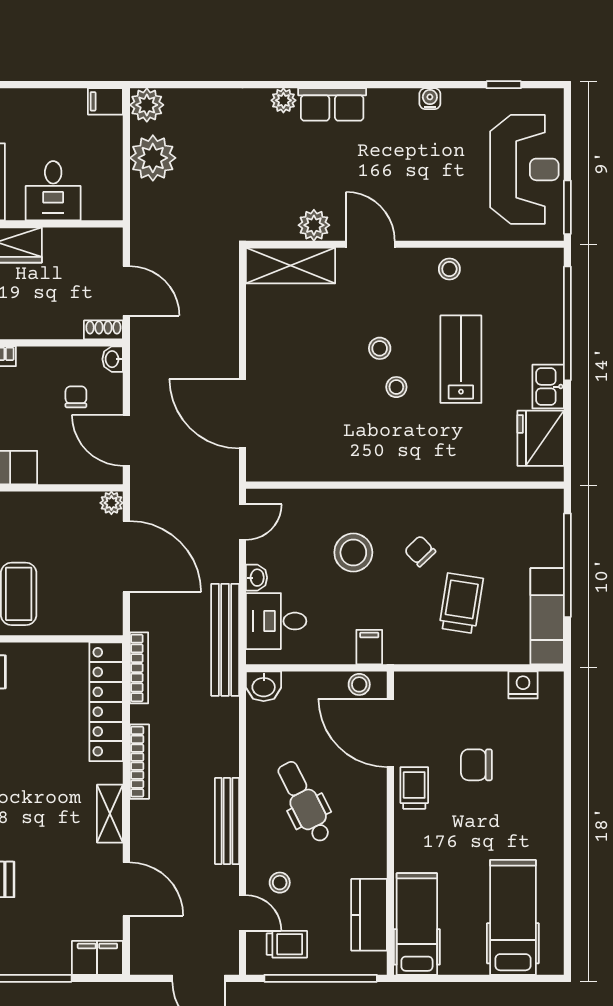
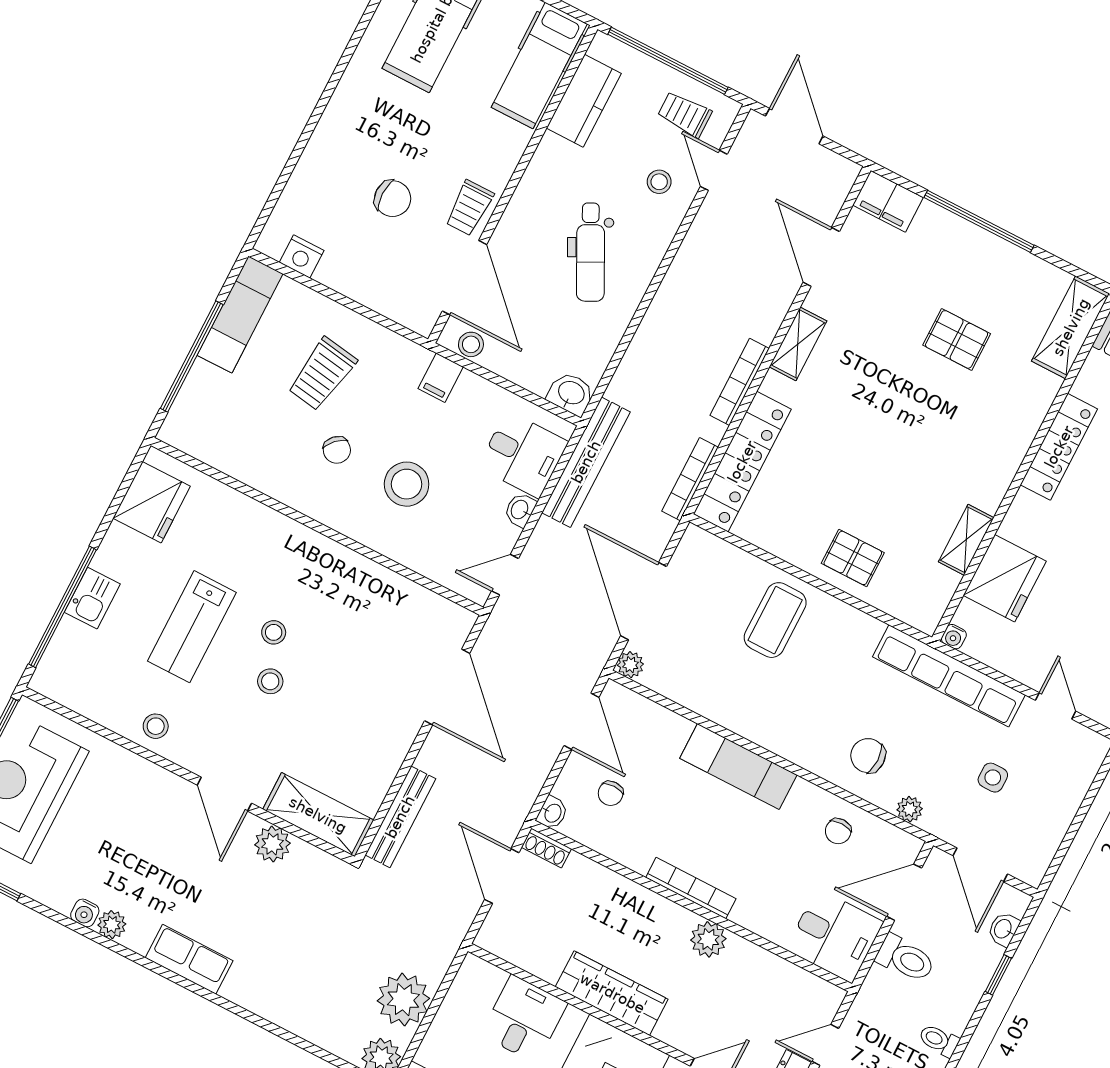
plant: (283, 100) -> (112, 925), moved
kitchen sink: (548, 387) -> (92, 598), moved
bench: (227, 821) -> (400, 817), moved

